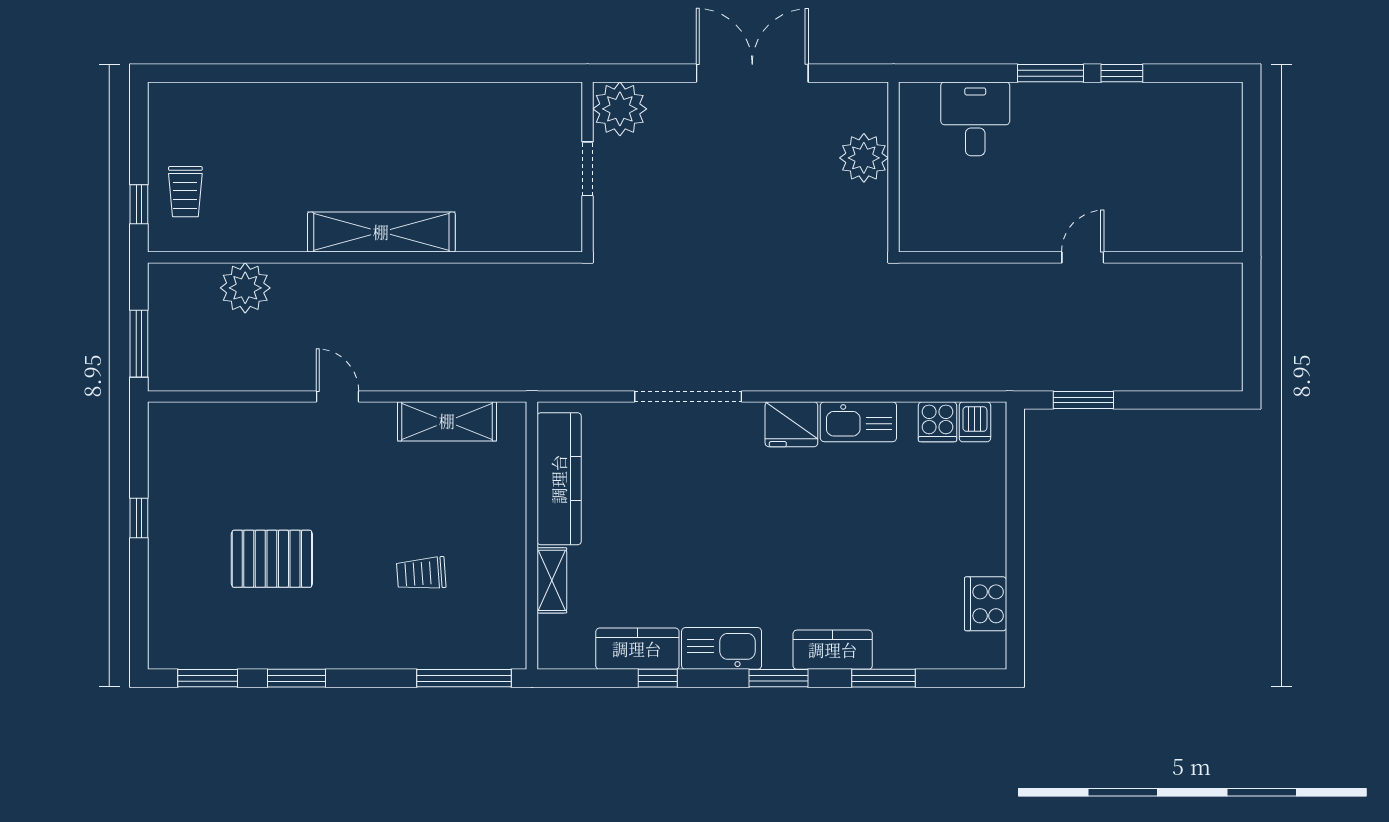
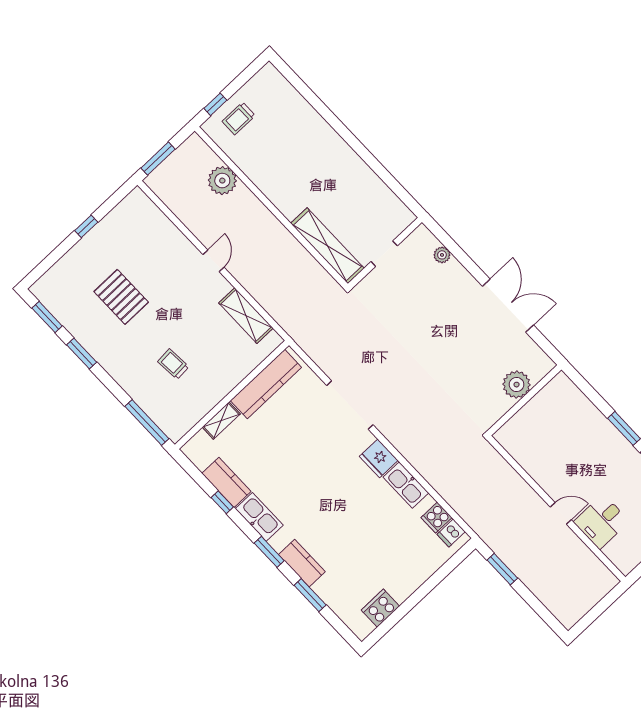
plant: (620, 109) -> (442, 255), width x0.53, depth x0.53
desk: (975, 119) -> (601, 521), moved, turned 180
wall: (588, 167) -> (385, 253), moved
doorway: (588, 169) -> (384, 254), moved
shelving: (381, 232) -> (327, 246), moved

